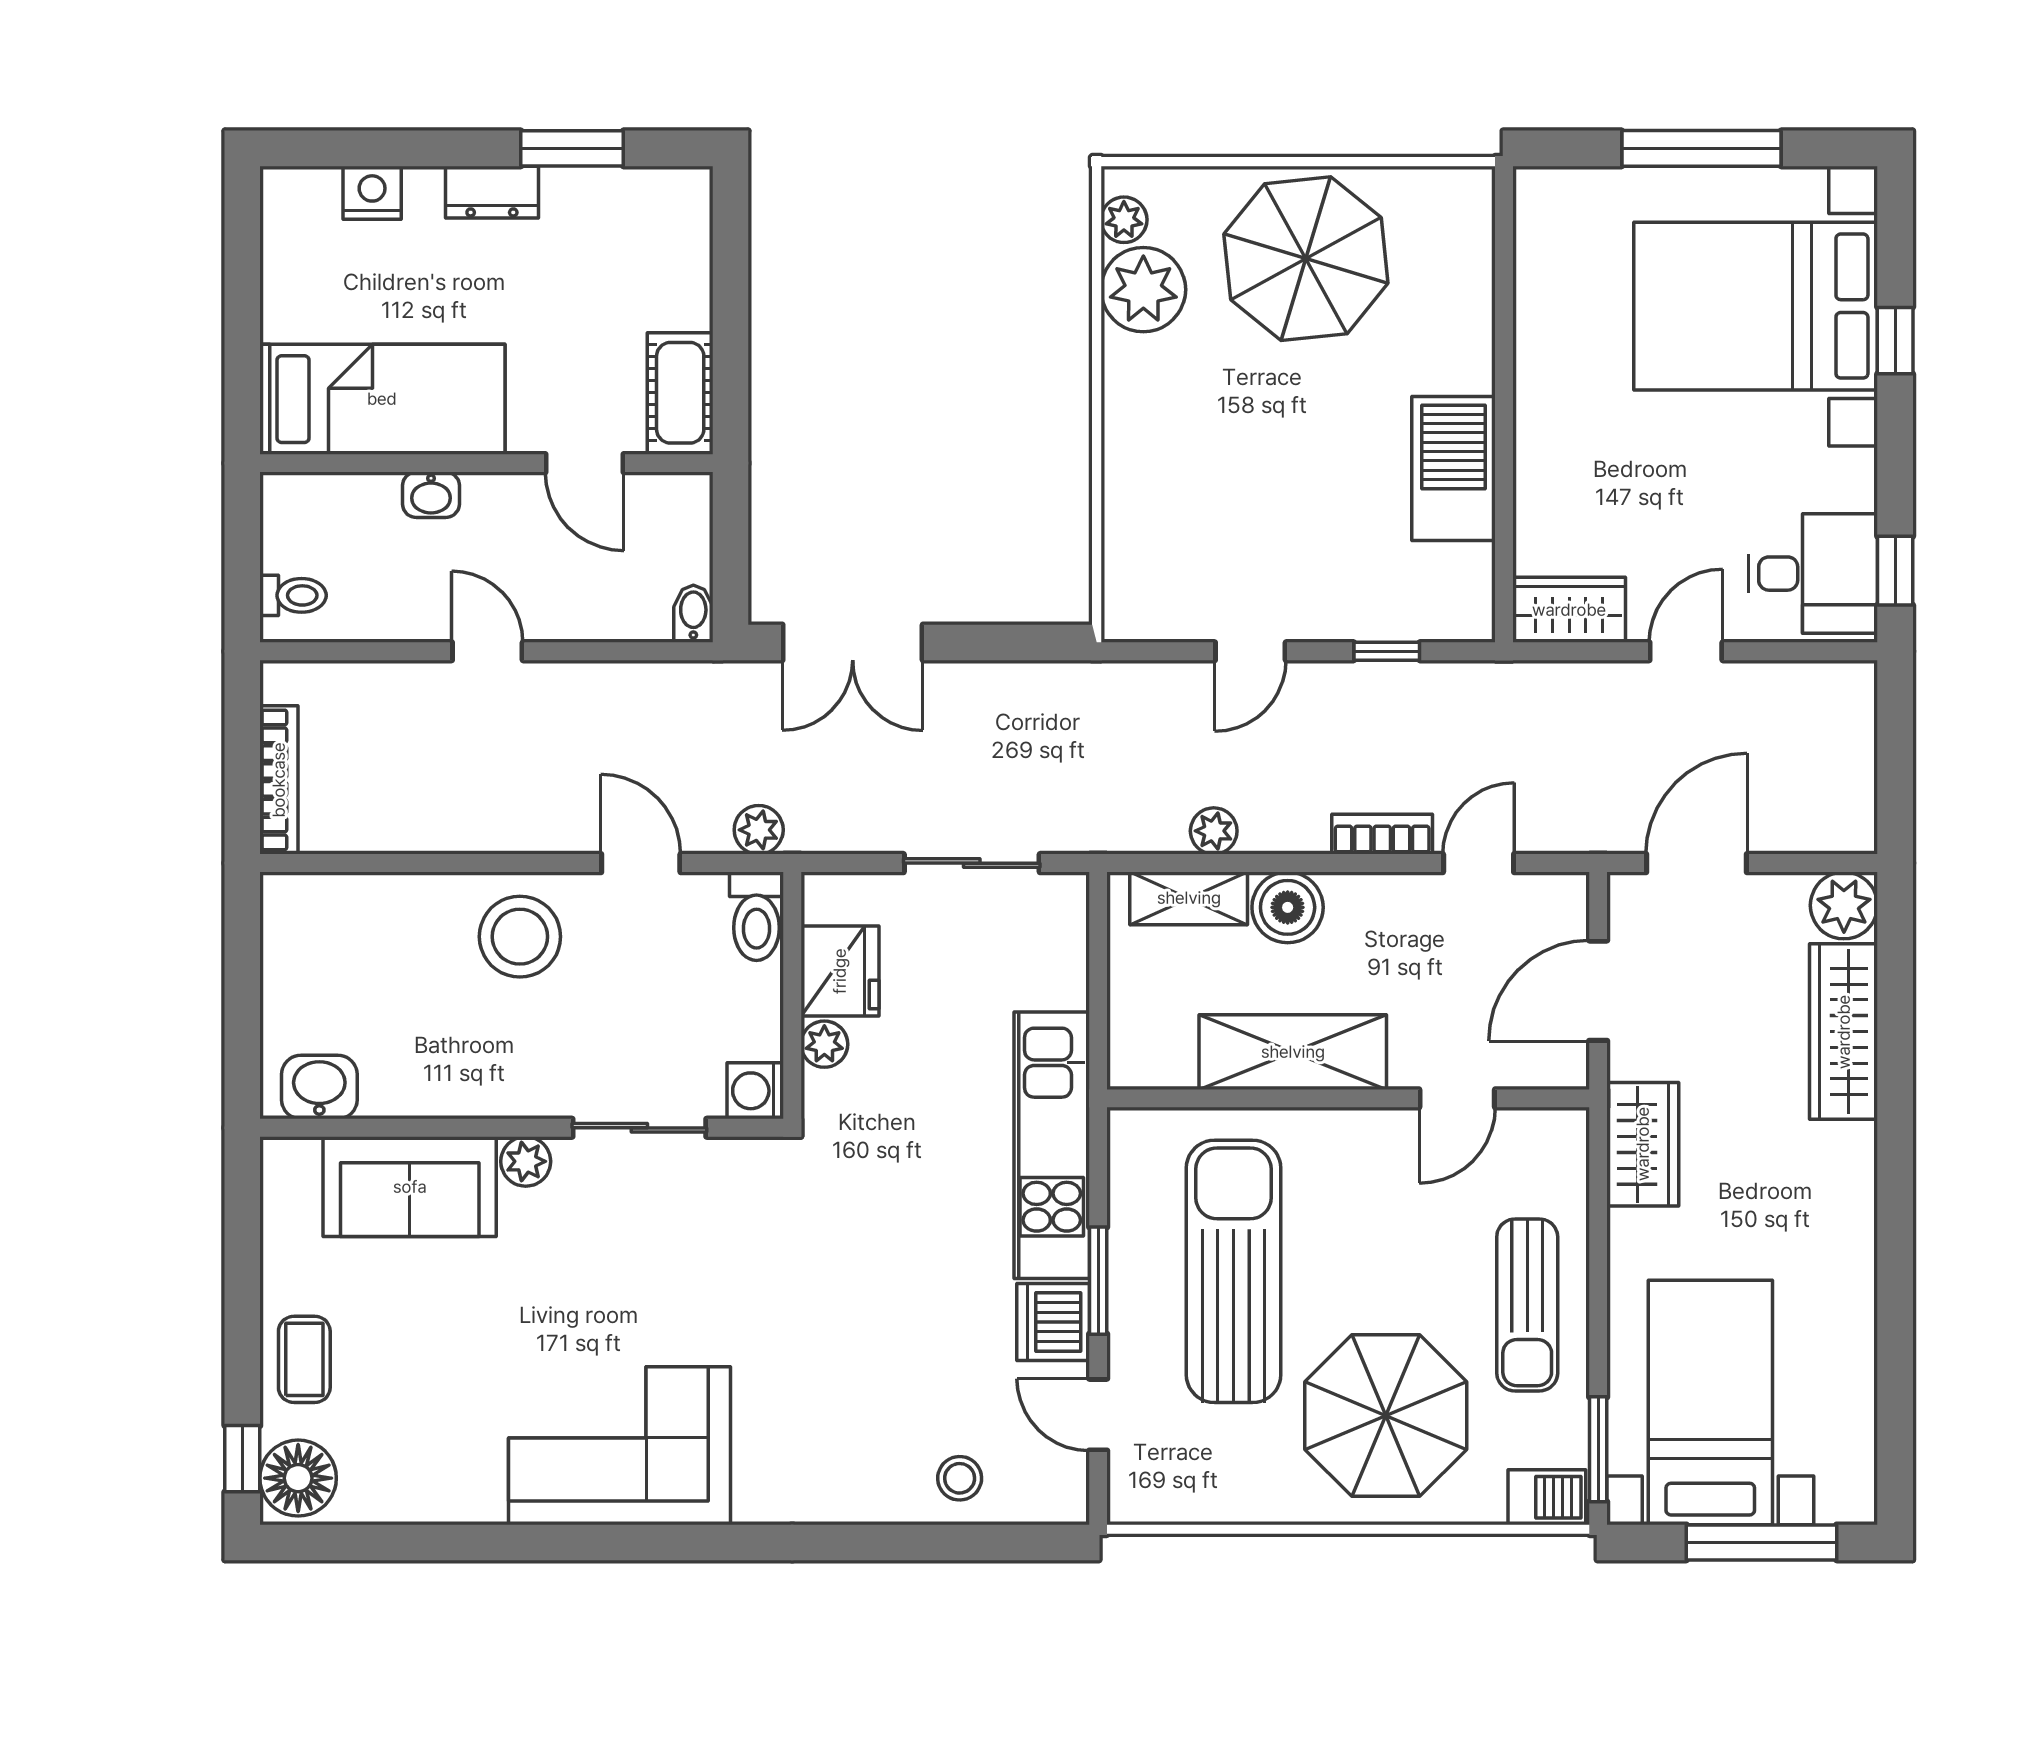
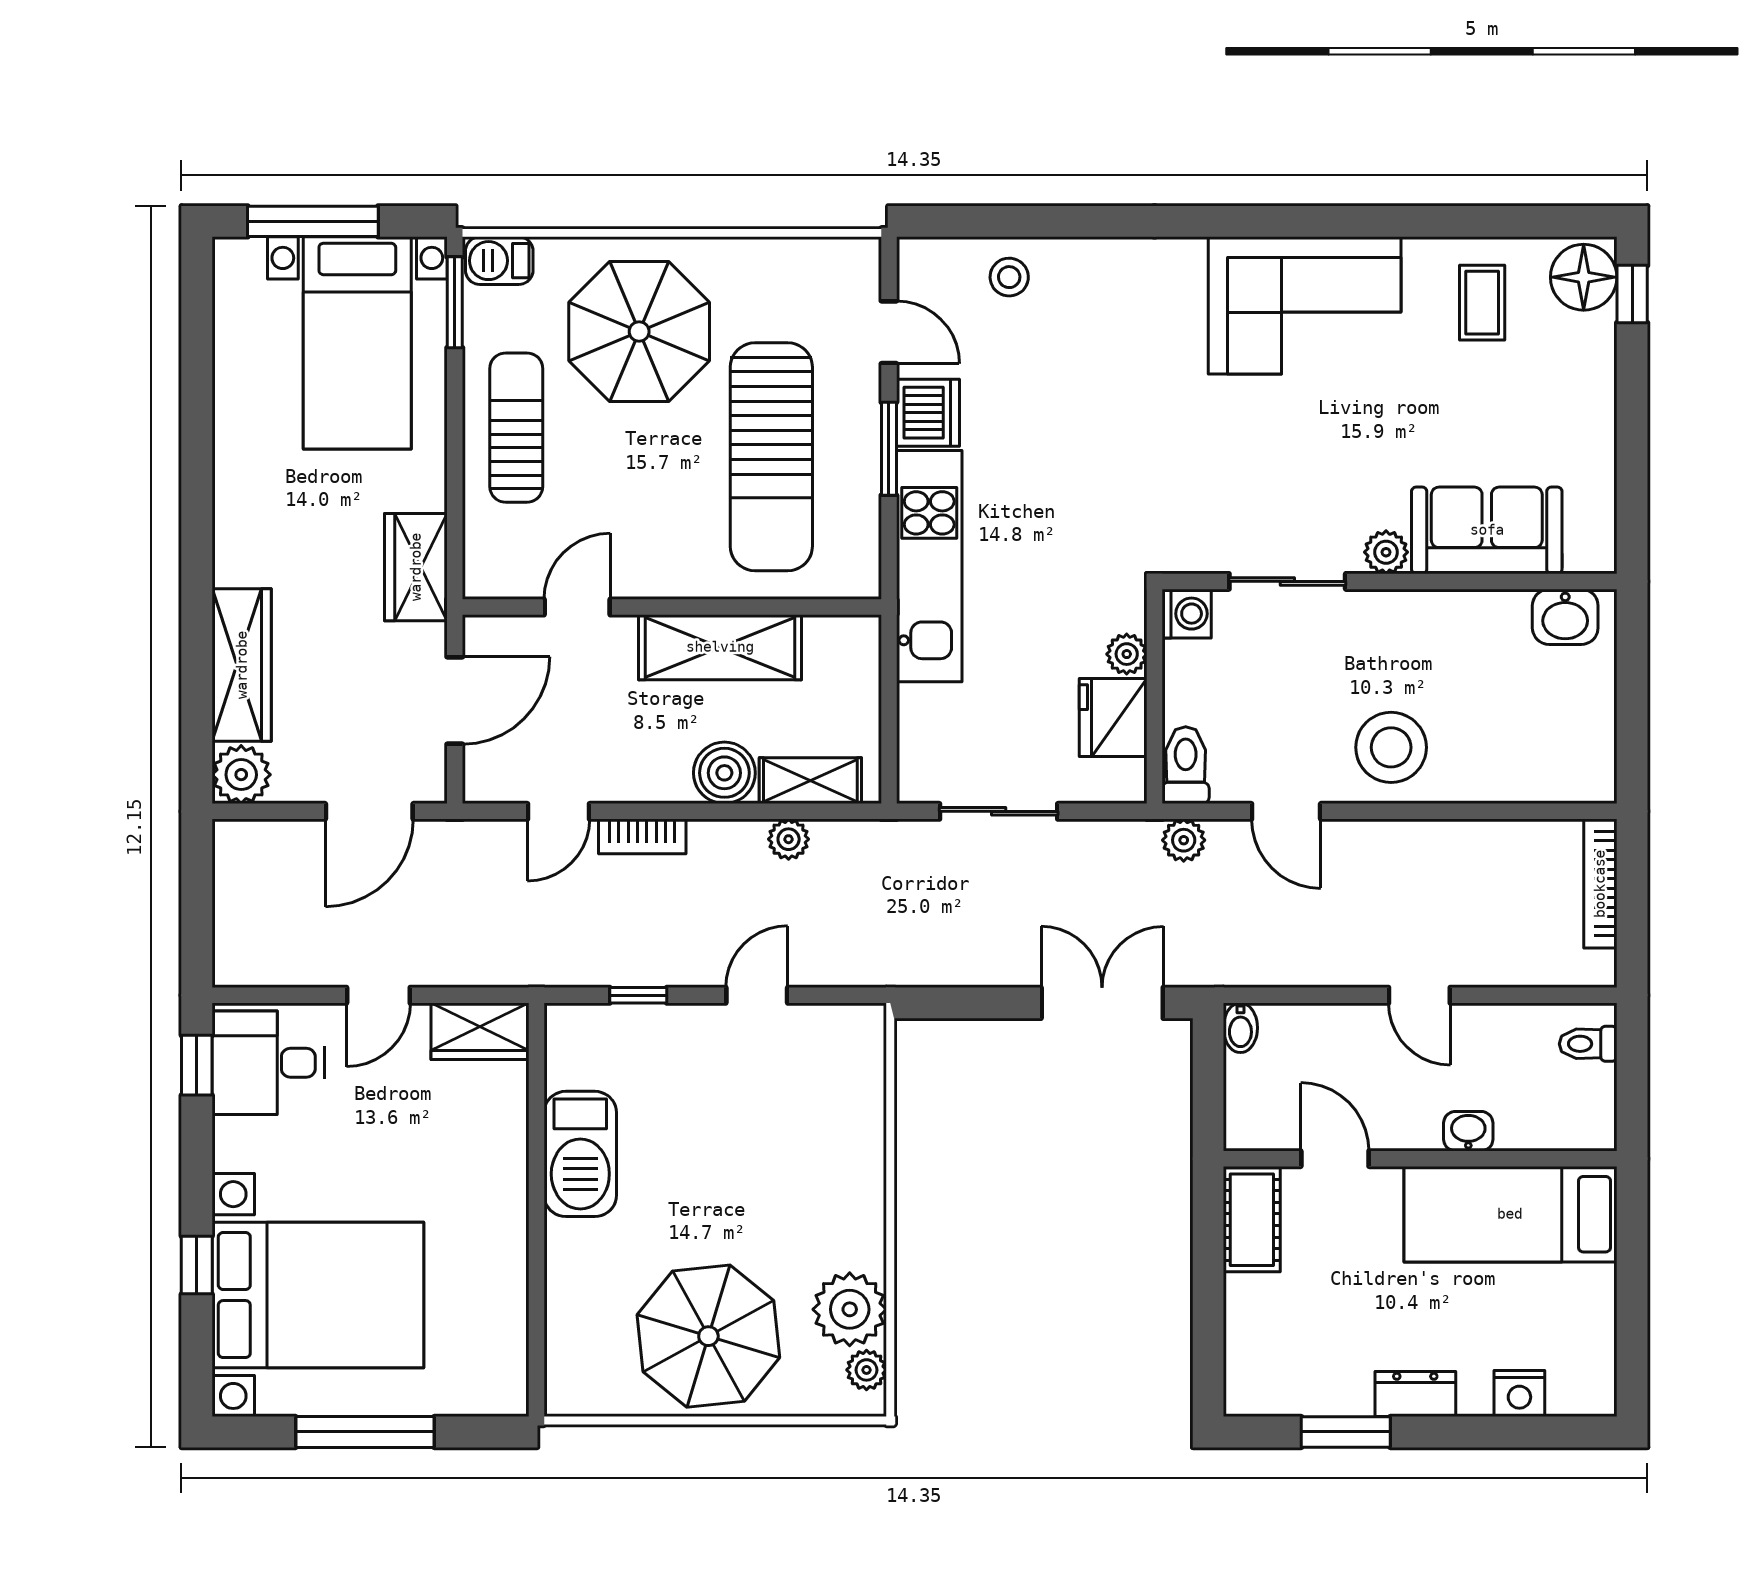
coffee table: (304, 1359) -> (1482, 303), moved

